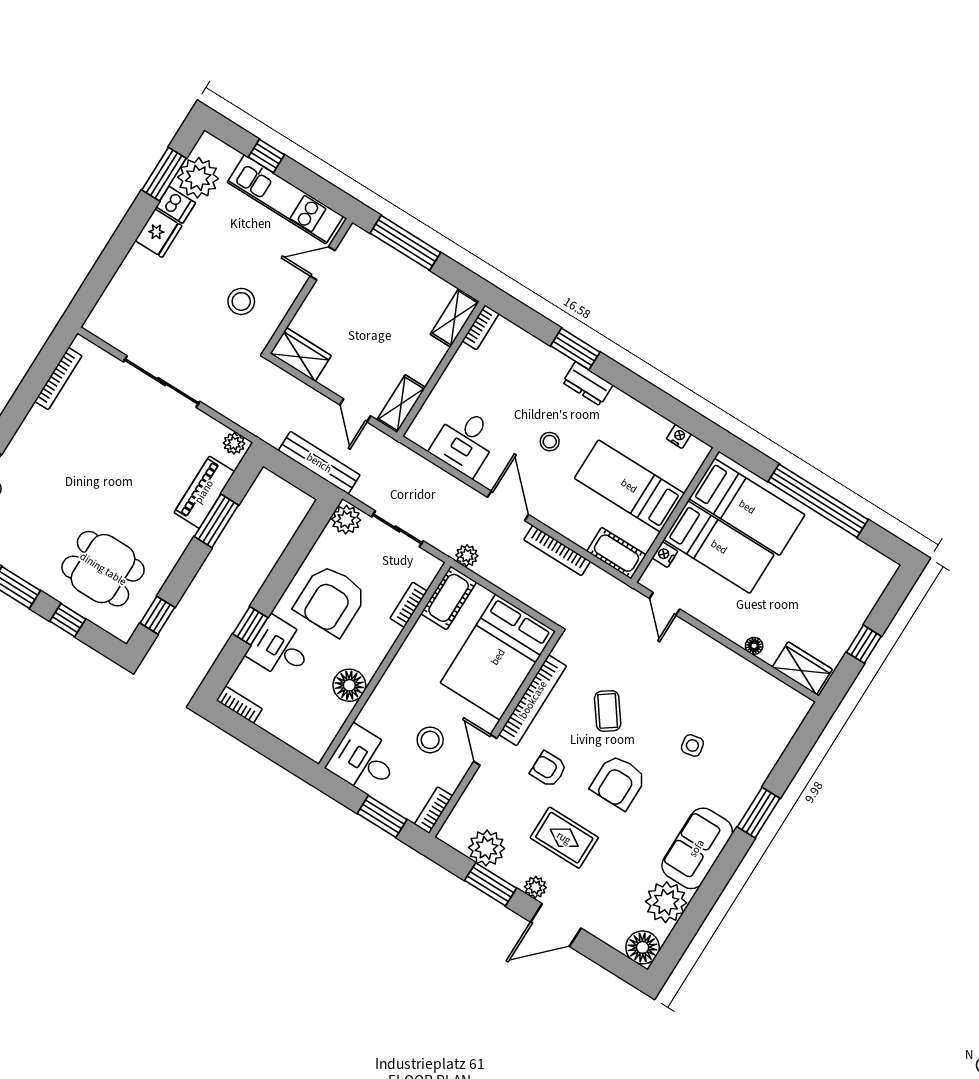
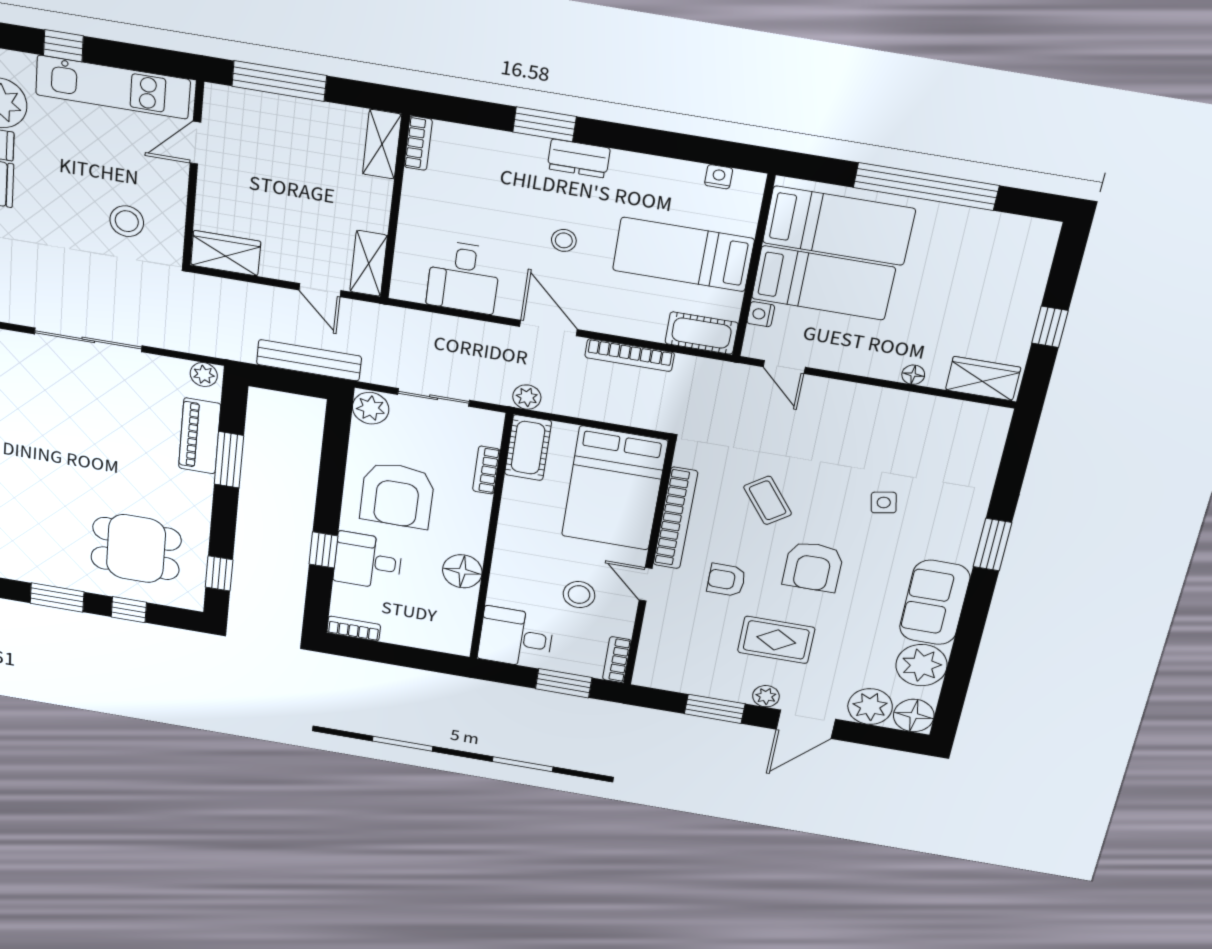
plant: (487, 848) -> (870, 707), moved

